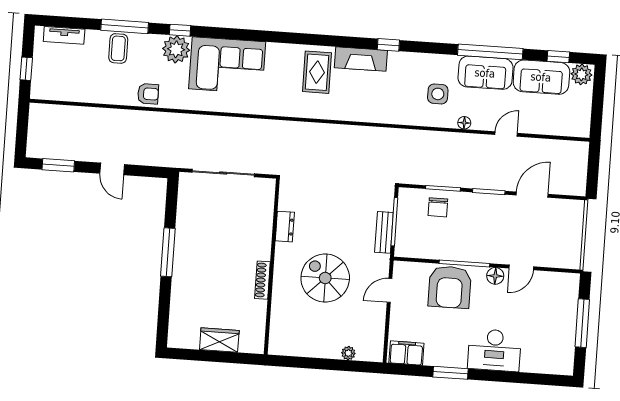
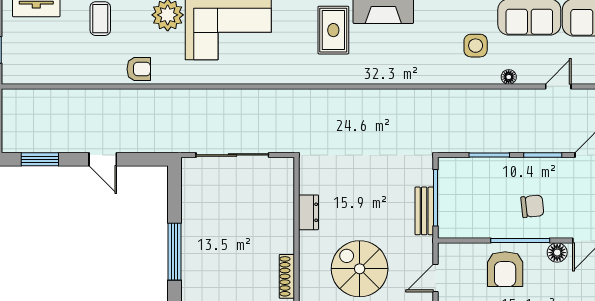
chair: (438, 207) -> (532, 206), moved, turned -96
armchair: (450, 287) -> (505, 269), width x0.73, depth x0.73

